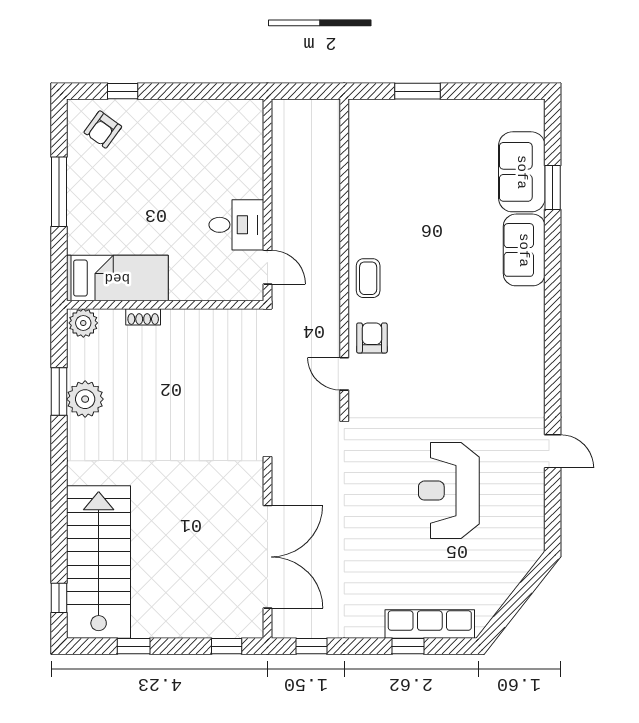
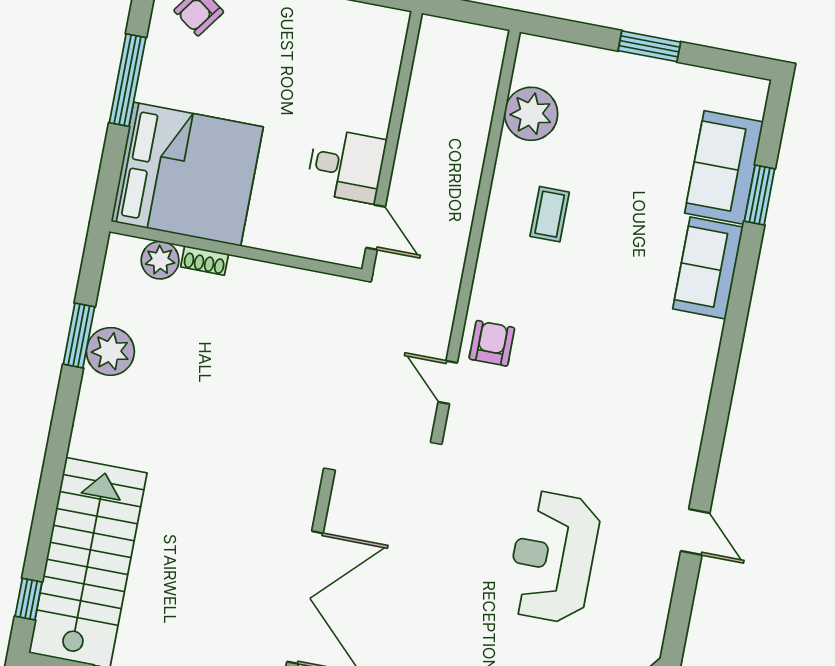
window: (418, 91) -> (649, 46), moved
plant: (368, 159) -> (531, 114), added
bed: (117, 278) -> (187, 174), width x2.04
coffee table: (368, 278) -> (550, 214), moved
plant: (83, 323) -> (160, 260), moved

